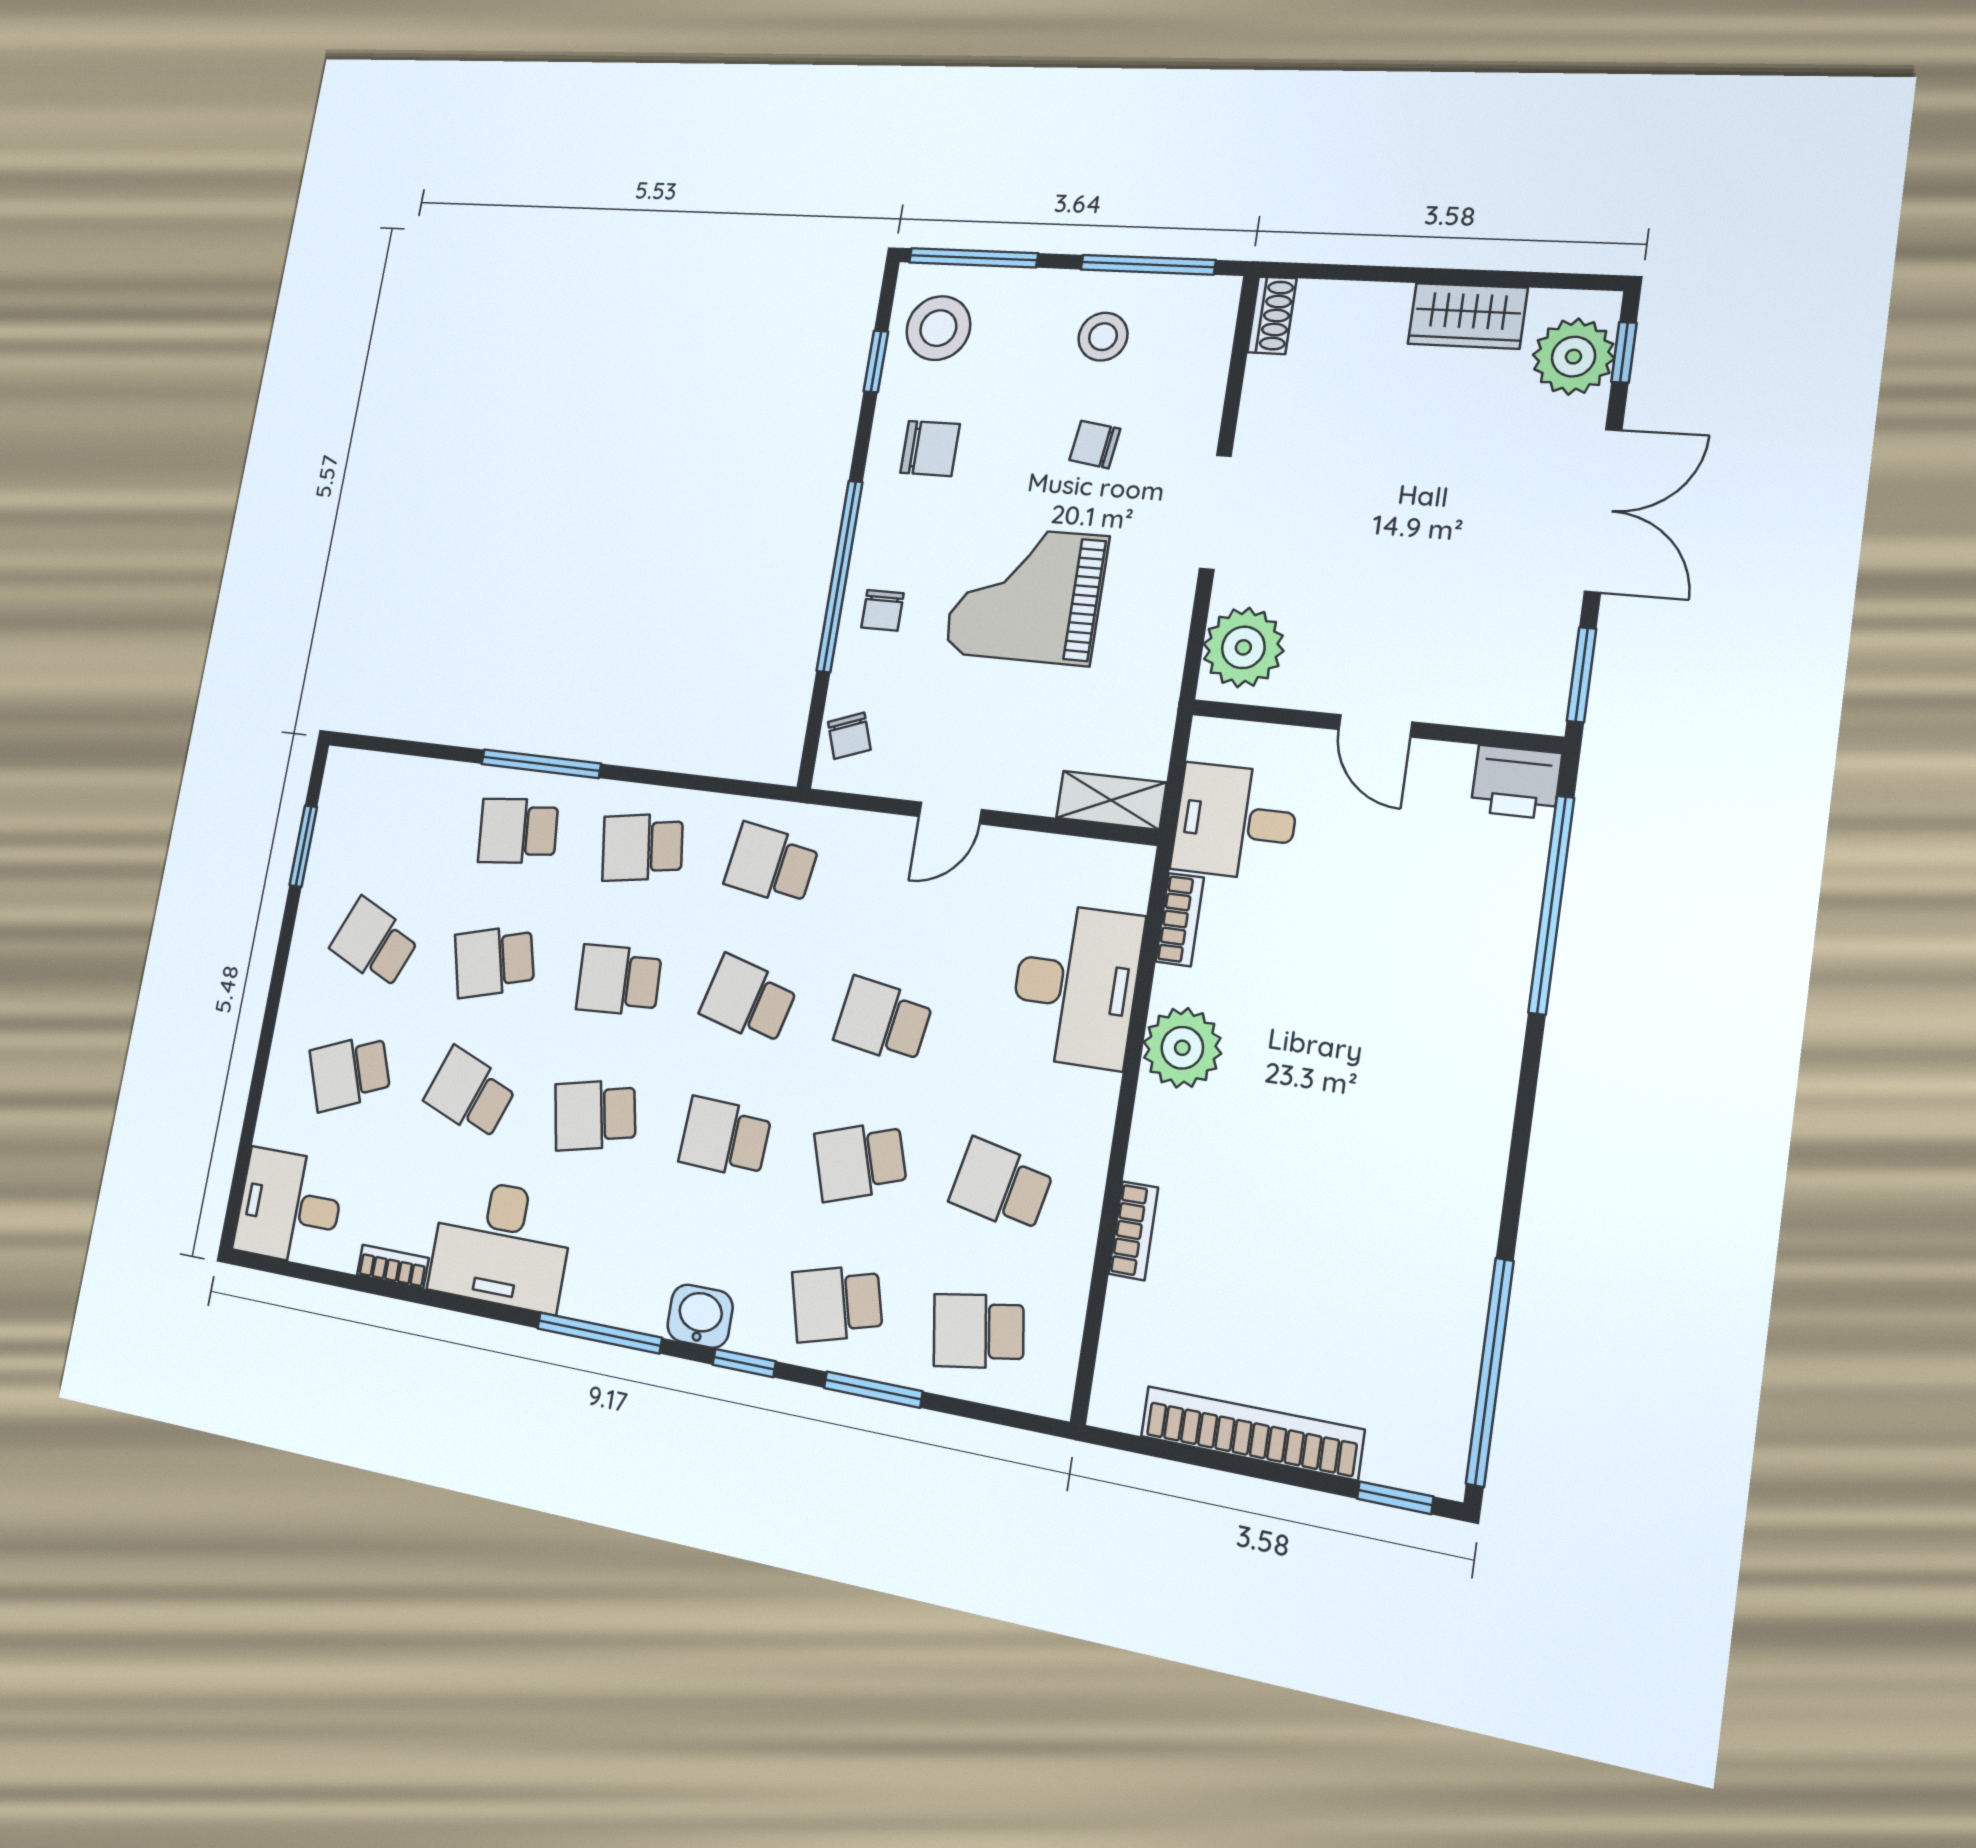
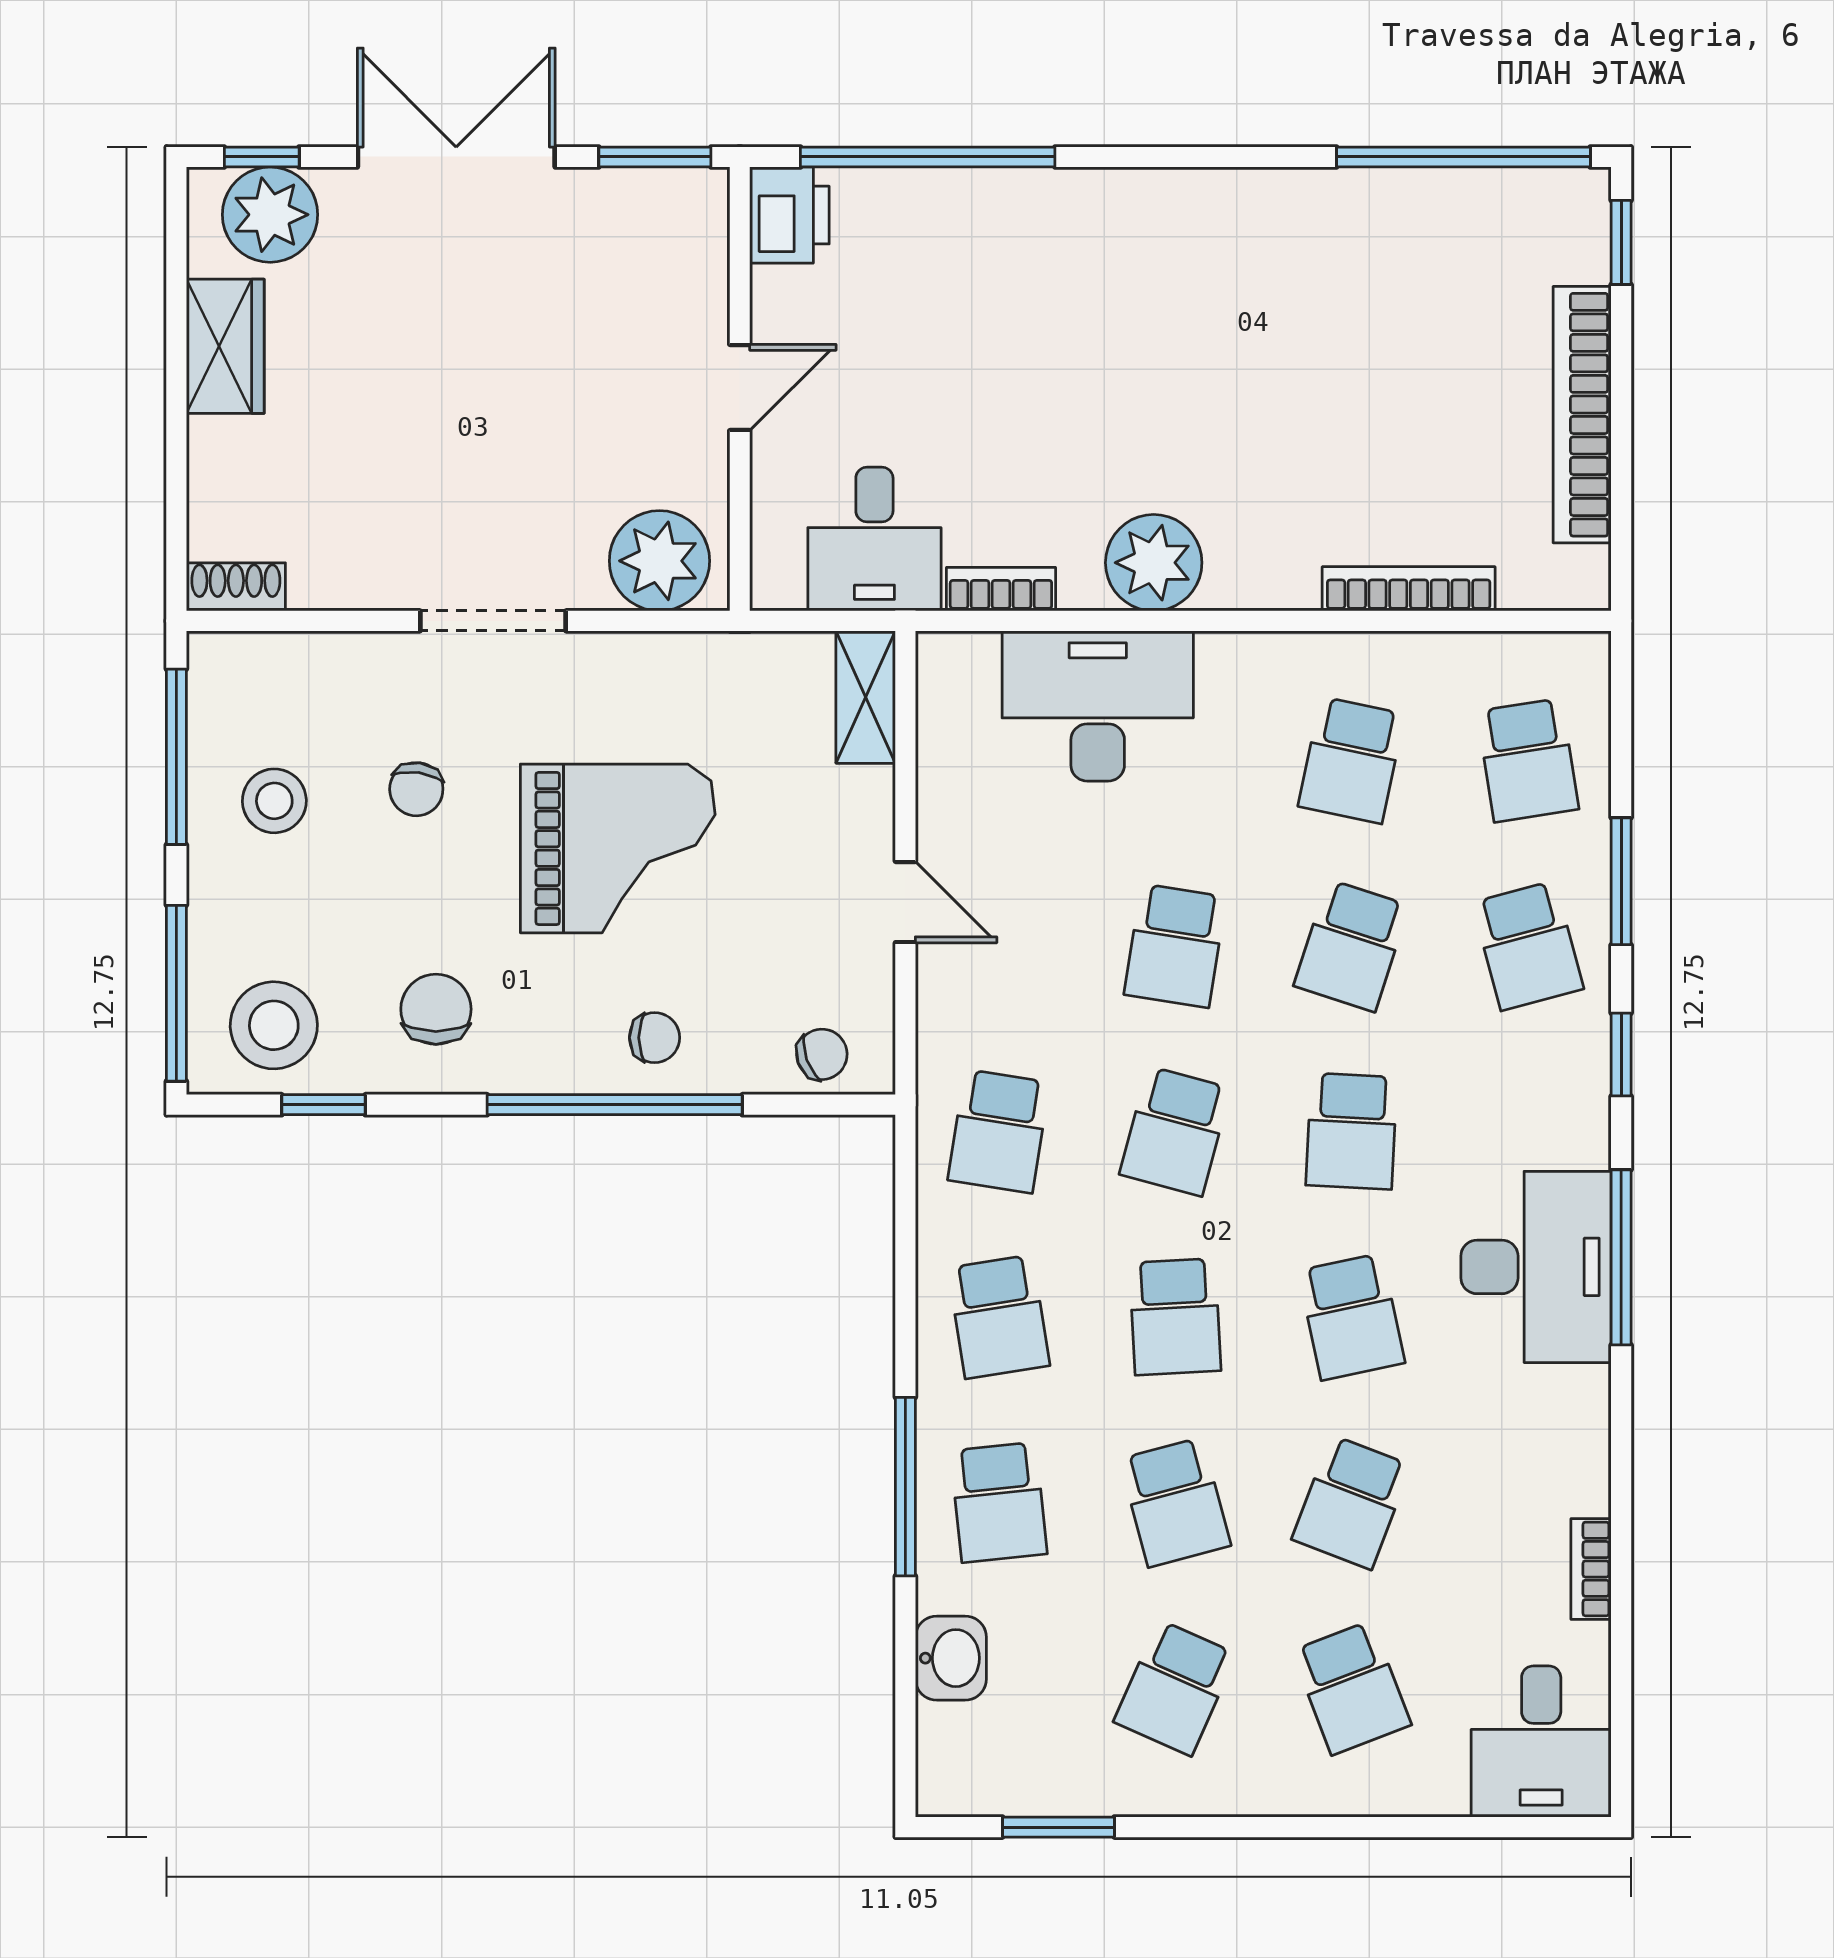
grand piano: (1026, 595) -> (618, 848), turned -90
school desk: (860, 1161) -> (1351, 946), turned 36
bookcase: (1133, 1231) -> (1409, 589), width x1.56
desk: (501, 1244) -> (1536, 1267), moved
washbasin: (700, 1316) -> (951, 1658), moved, turned 180

